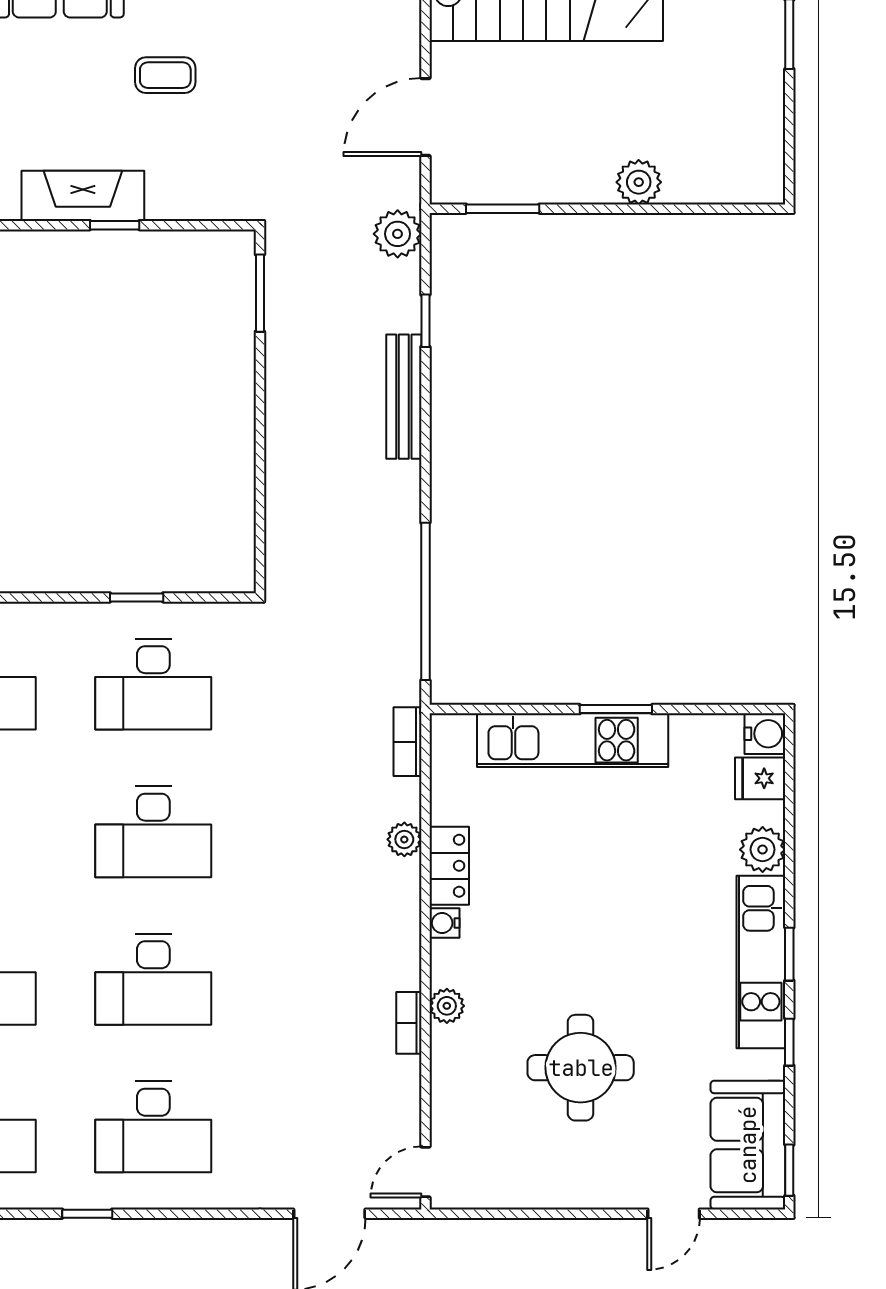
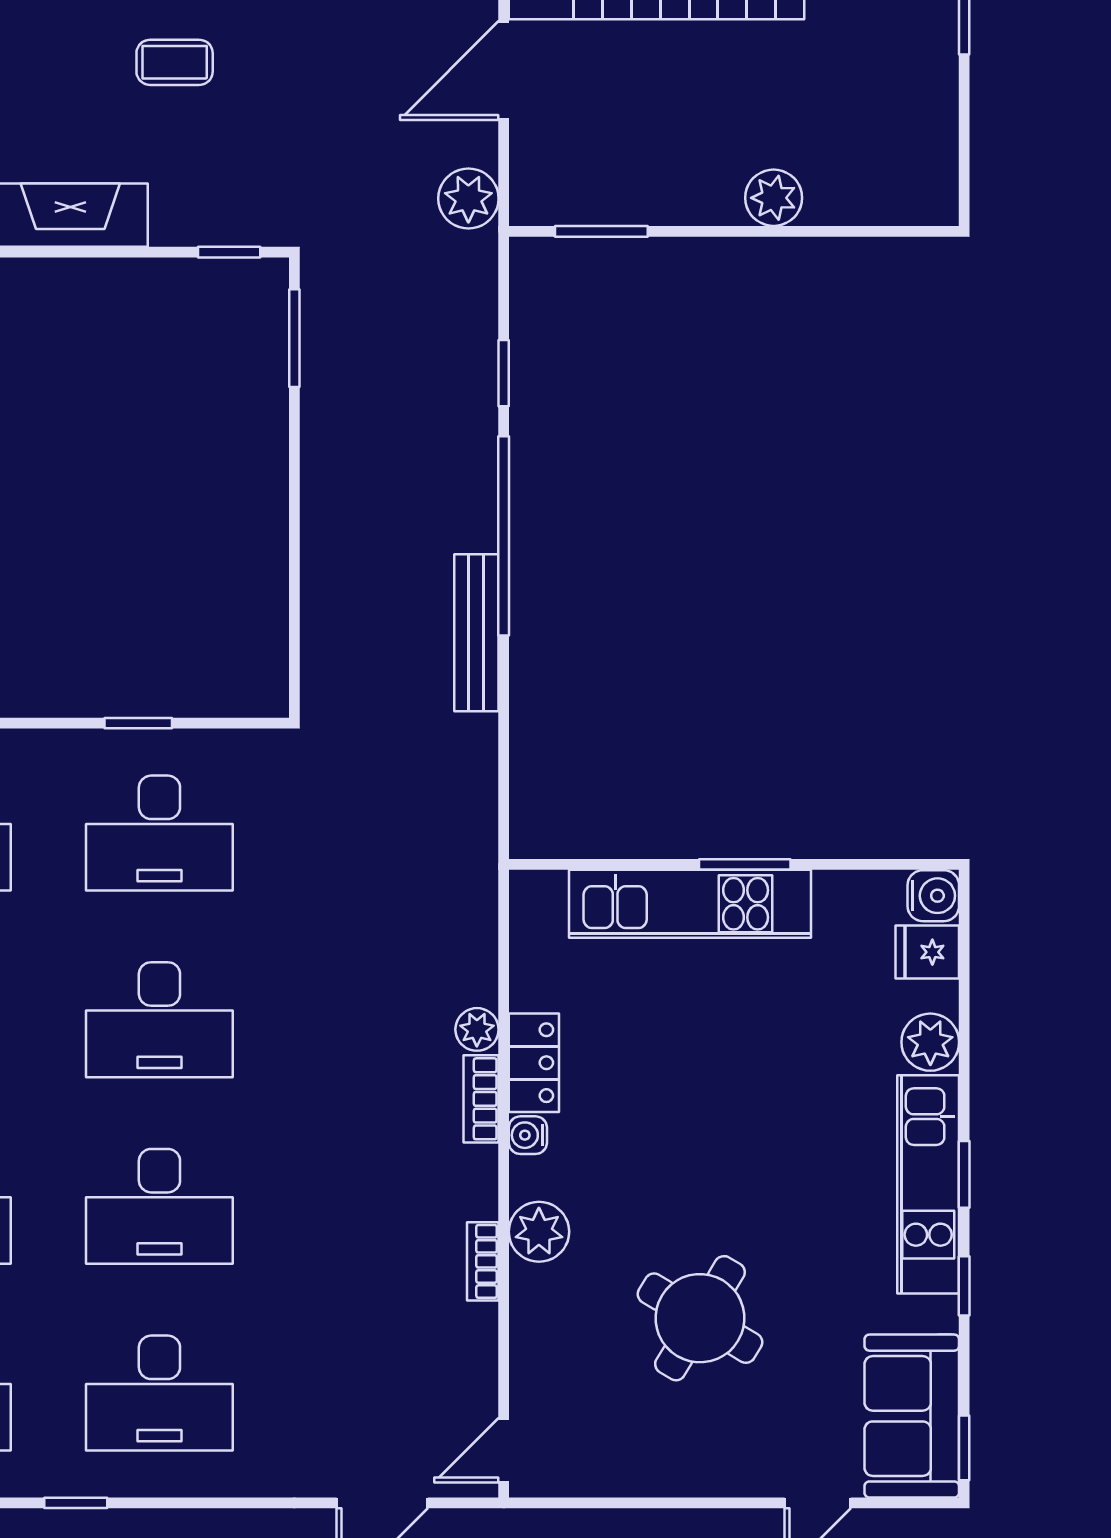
door: (425, 117) -> (504, 71), moved
window: (115, 225) -> (229, 252), moved
plant: (398, 234) -> (468, 199), moved
bench: (404, 397) -> (476, 633), moved
window: (425, 601) -> (504, 536), moved
bookcase: (407, 742) -> (481, 1099), moved
plant: (447, 1006) -> (539, 1232), width x1.38, depth x1.38
round table: (581, 1068) -> (700, 1318), turned 31

